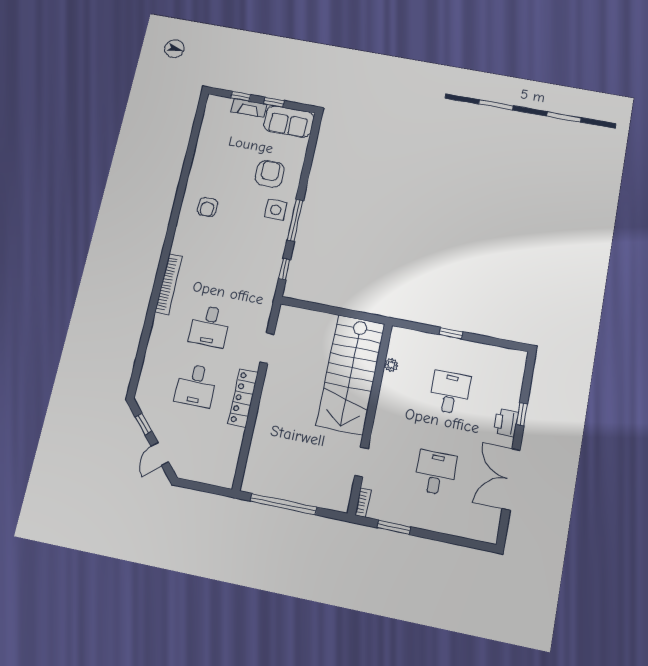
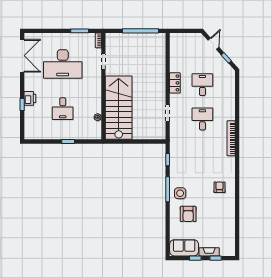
locker: (243, 398) -> (175, 83), width x0.66
desk: (436, 473) -> (63, 64), width x1.87, depth x1.30
double door: (511, 479) -> (22, 56), moved

